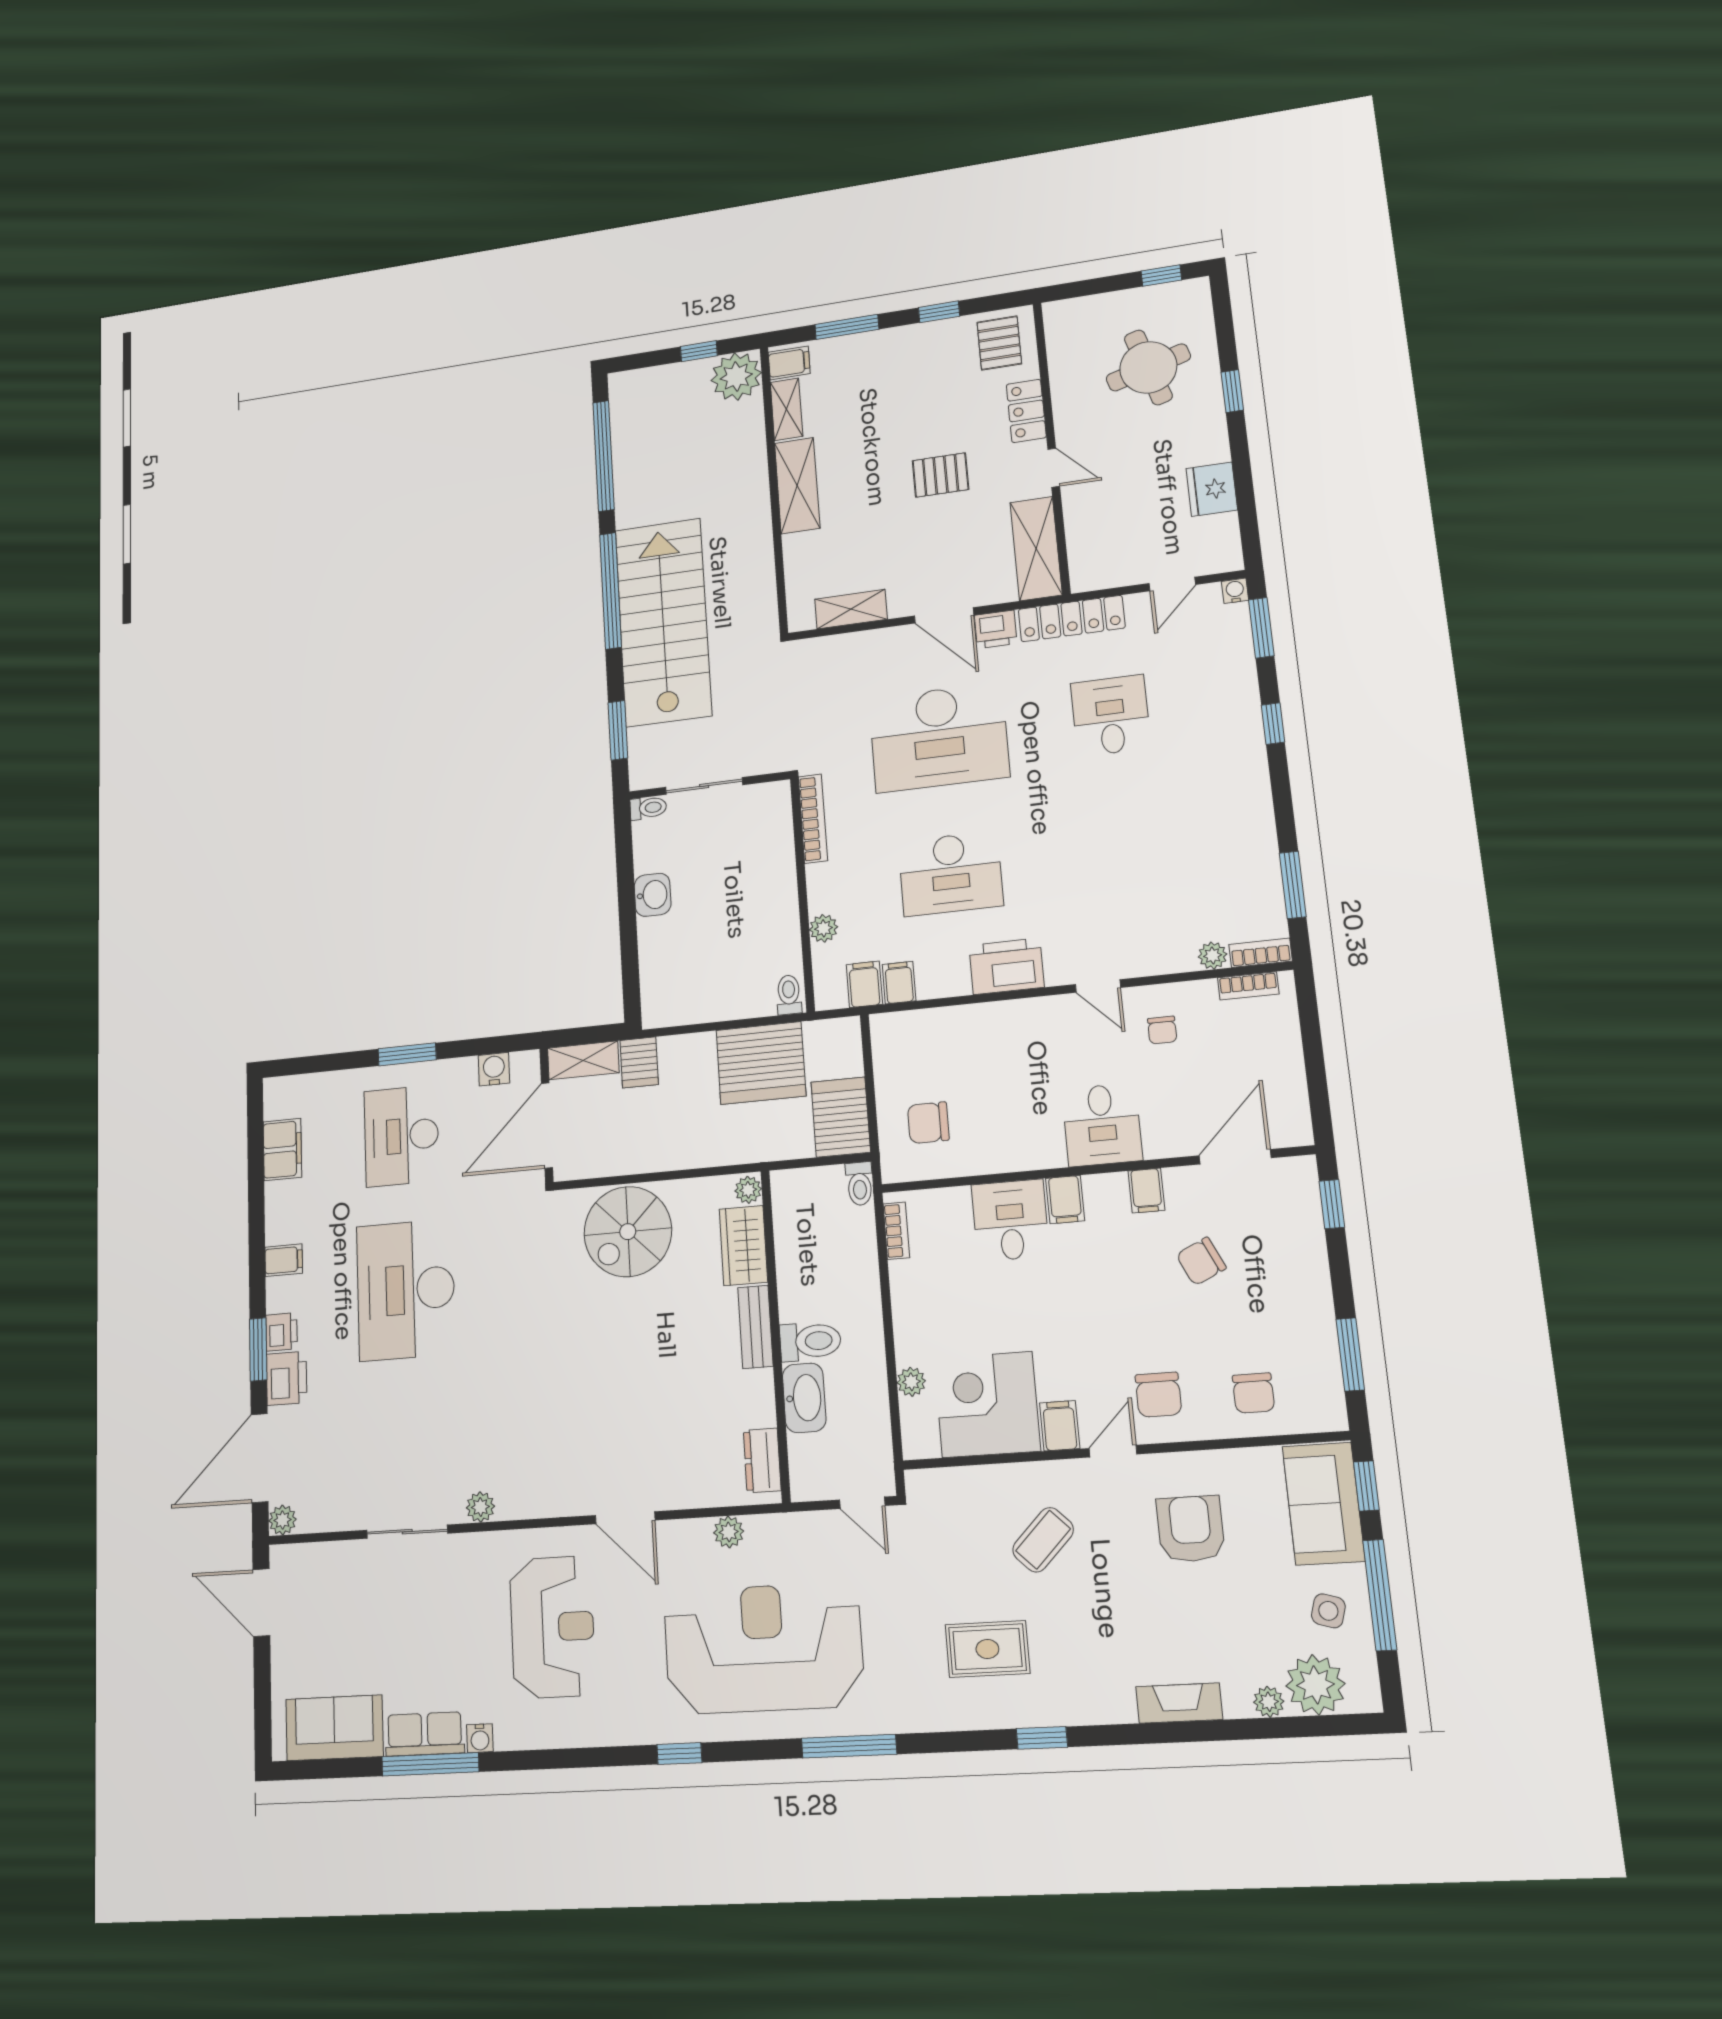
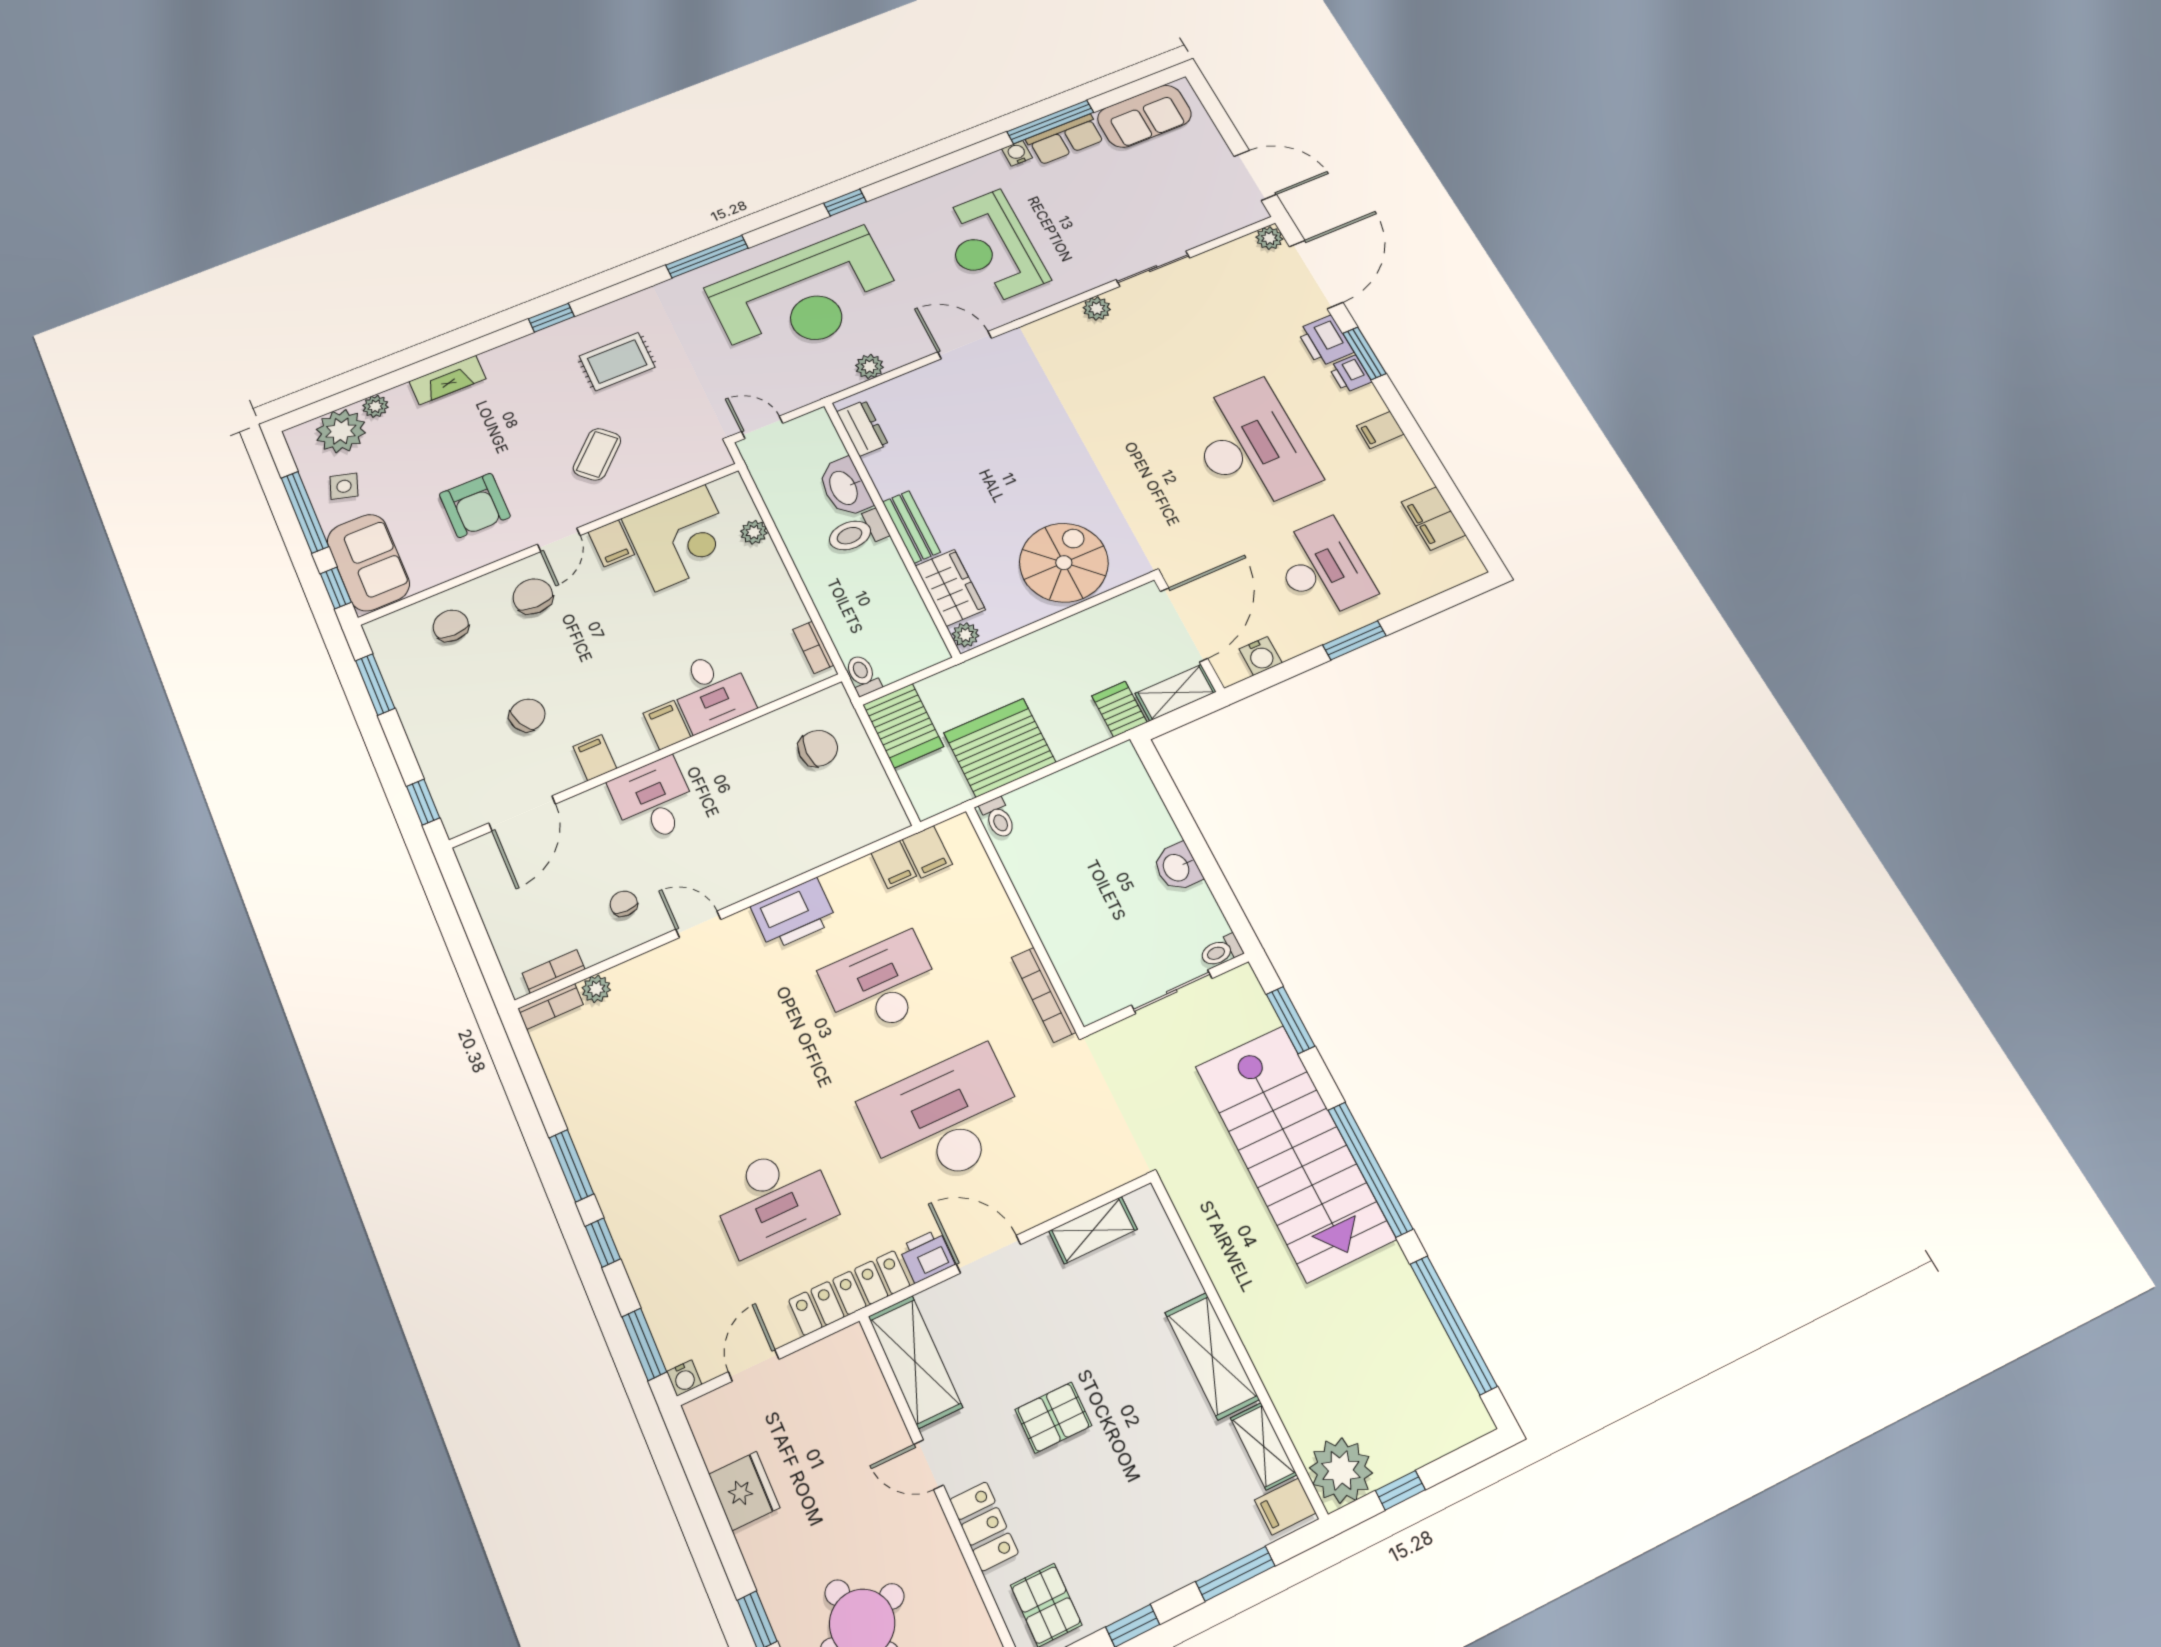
desk: (1111, 716) -> (773, 1199), width x1.37
window: (1293, 885) -> (571, 1166), moved
plant: (823, 928) -> (989, 891), removed

